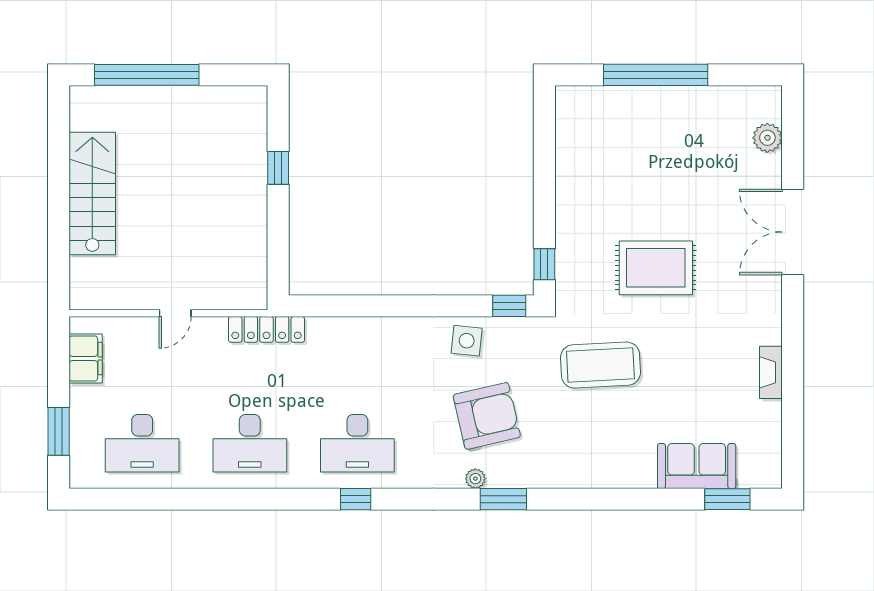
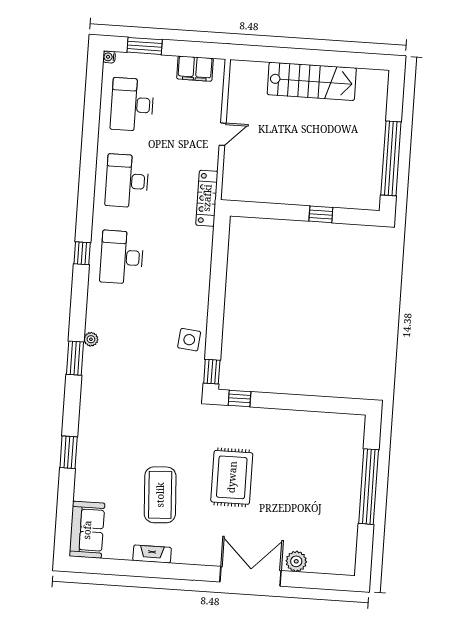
window: (147, 75) -> (391, 158), moved
plant: (767, 138) -> (296, 561), moved
door: (175, 313) -> (223, 134), swing flipped
coffee table: (600, 365) -> (160, 495), moved
armchair: (487, 416) -> (135, 350), removed
sofa: (697, 466) -> (87, 530), moved
water cooler: (78, 480) -> (109, 57), added
window: (727, 499) -> (69, 452), moved

